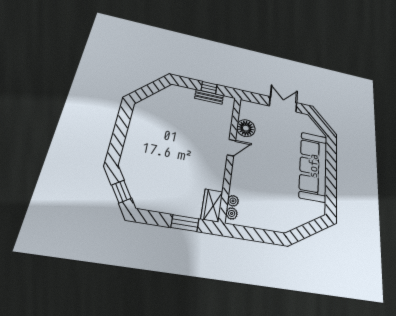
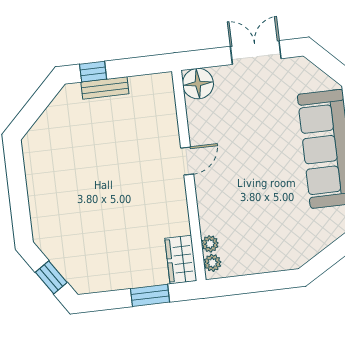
window: (209, 88) -> (93, 72), moved
bench: (209, 97) -> (105, 88), moved
floor lamp: (246, 128) -> (198, 84), moved

